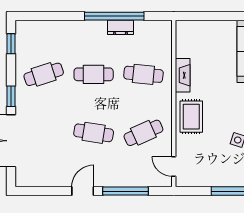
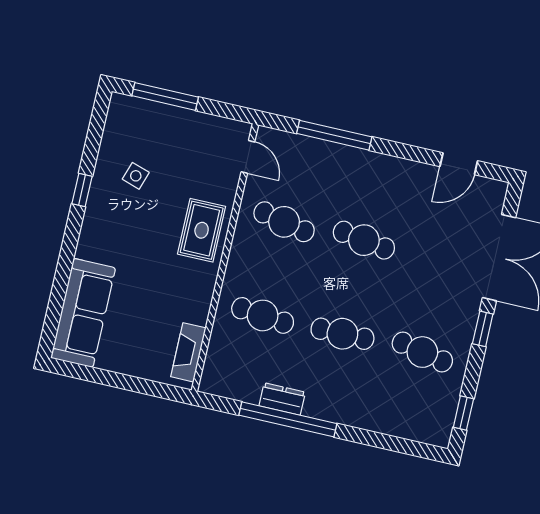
cafe table: (44, 74) -> (422, 352), turned 30
fireplace: (183, 75) -> (188, 352), moved
cafe table: (143, 133) -> (284, 222), turned 36
door: (83, 191) -> (459, 164), moved

